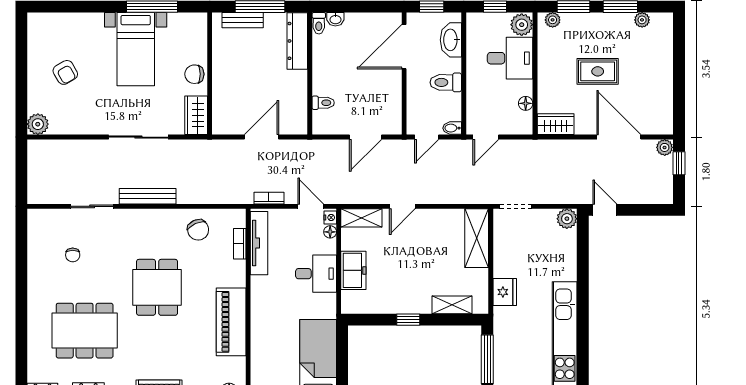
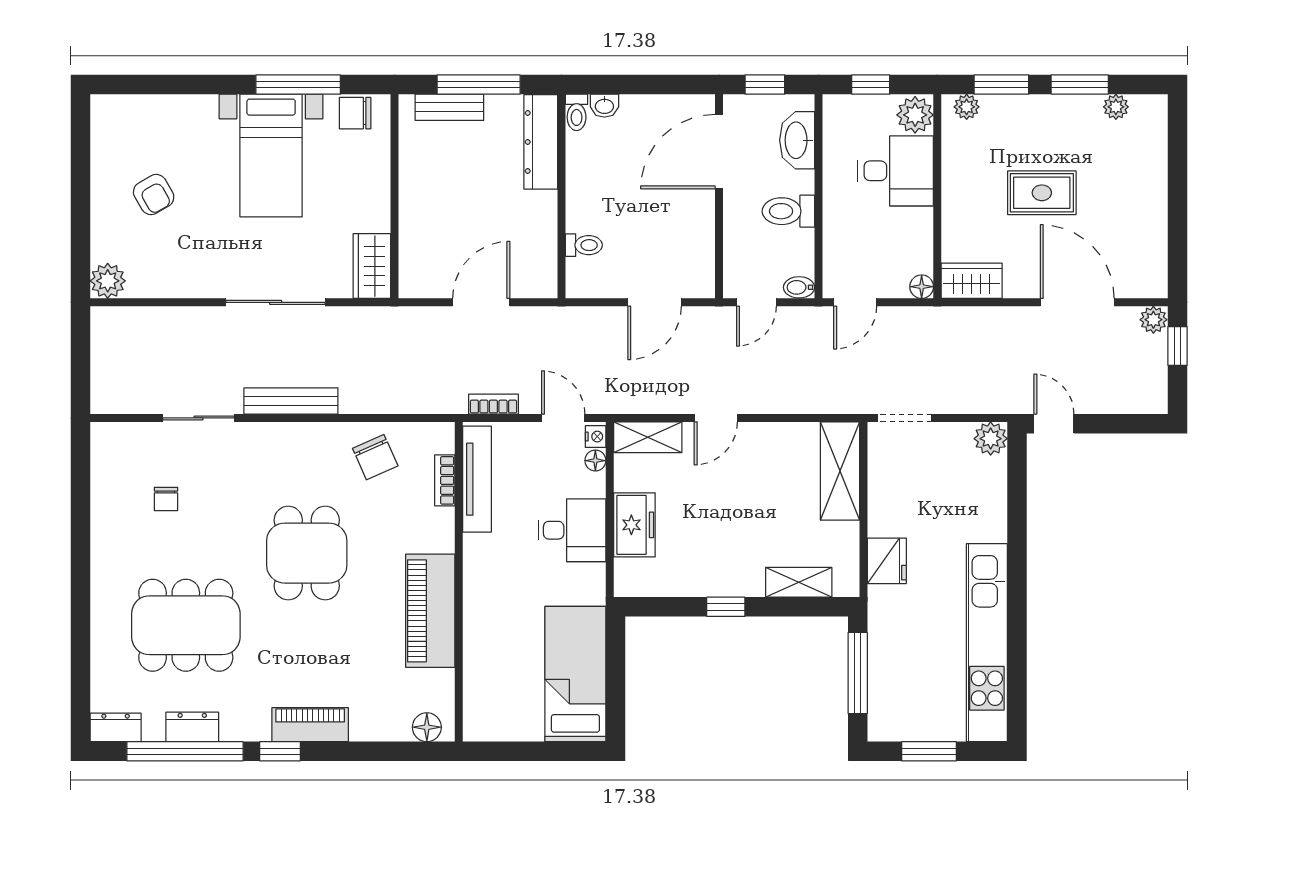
chair: (194, 74) -> (355, 113), moved
floor lamp: (526, 103) -> (922, 287), moved

